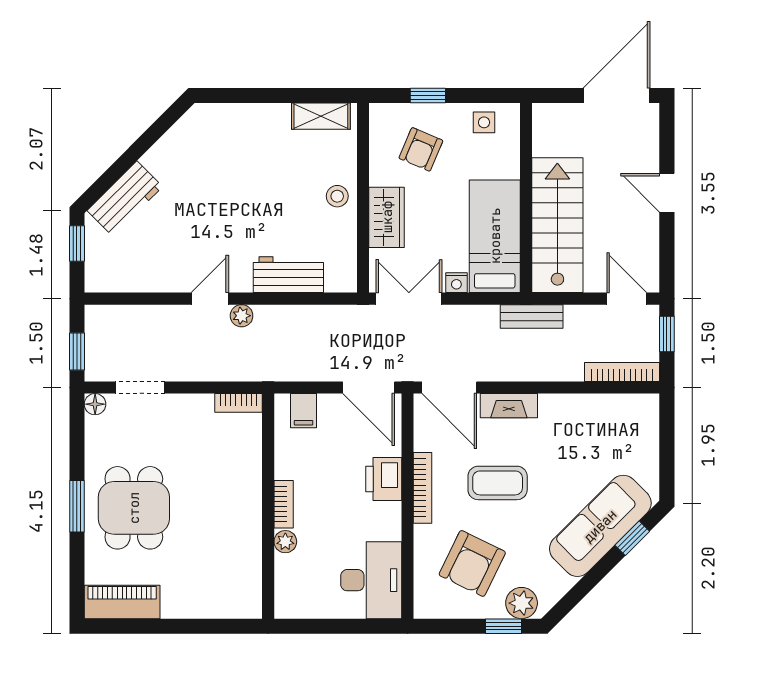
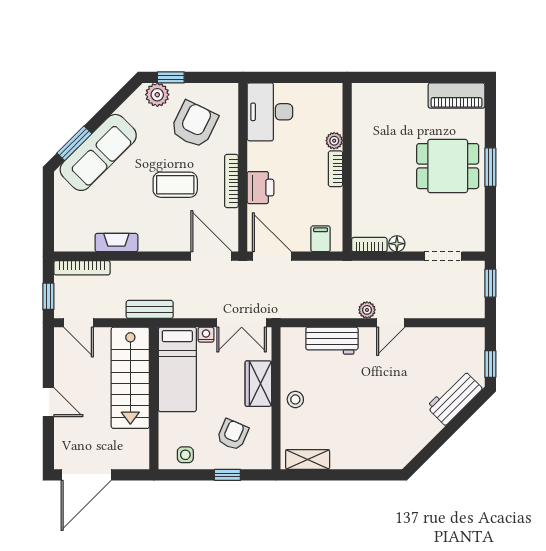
floor lamp: (95, 404) -> (397, 244), moved
fireplace: (509, 406) -> (116, 243), moved
dining table: (134, 508) -> (448, 166), turned 90
window: (632, 538) -> (74, 143), width x1.50

